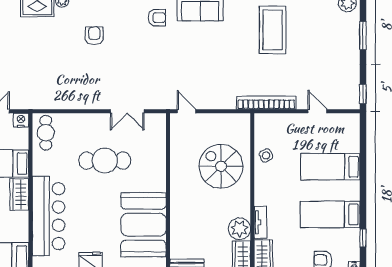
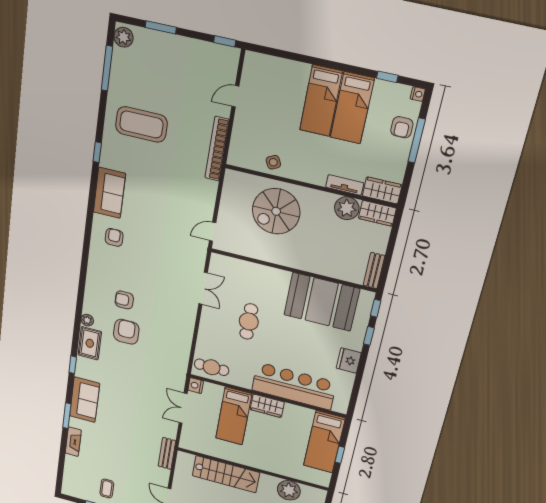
armchair: (60, 42) -> (126, 332), added
cafe table: (105, 161) -> (249, 321), width x0.73, depth x0.74
bed: (330, 167) -> (321, 101), moved

